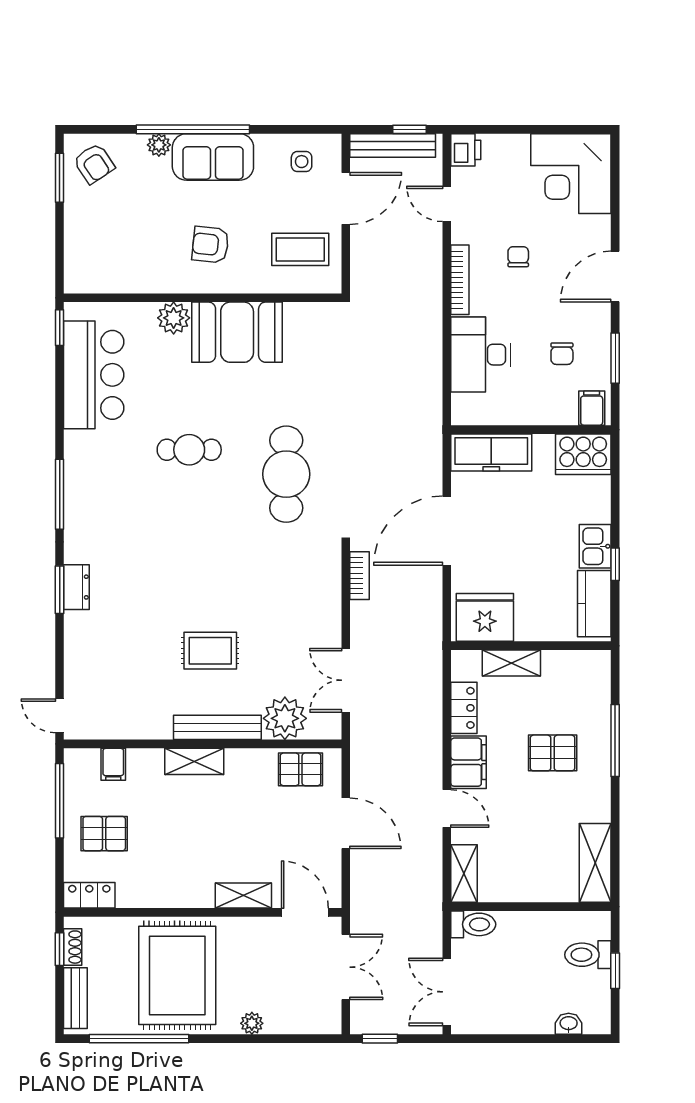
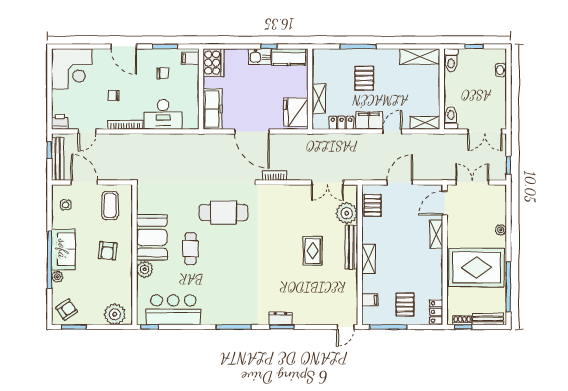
plant: (85, 259) -> (115, 314), added
cafe table: (189, 450) -> (191, 249), moved
toilet: (588, 955) -> (451, 60), moved

